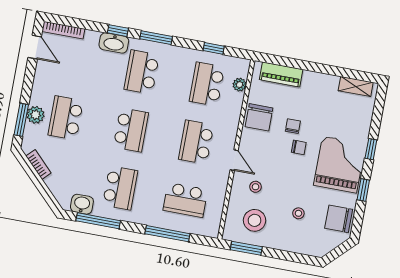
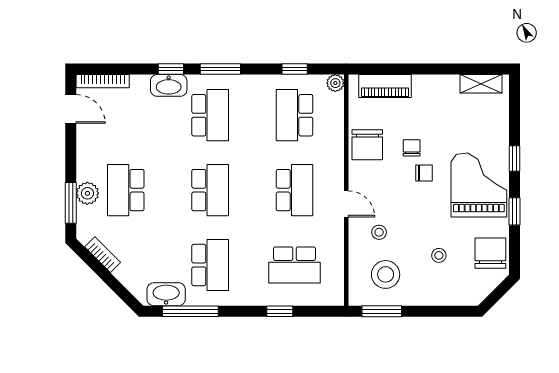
school desk: (142, 72) -> (210, 115), turned 180
plant: (240, 85) -> (335, 83), moved
school desk: (196, 142) -> (294, 190), turned 180
washbasin: (82, 204) -> (166, 294), width x1.38
chair: (339, 219) -> (490, 253), turned 90
window: (167, 234) -> (280, 311), width x0.46

